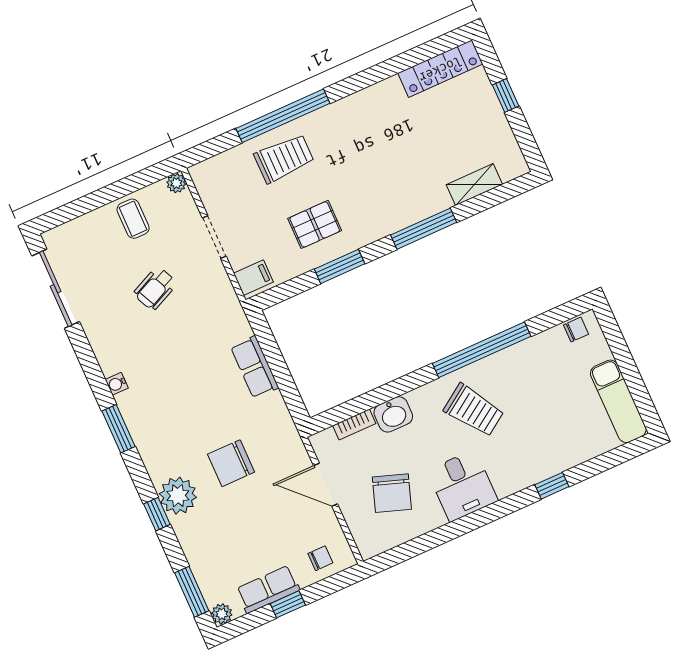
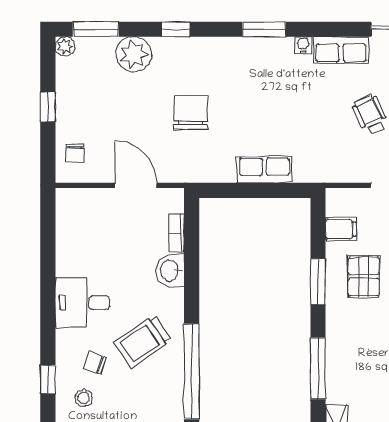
filing cabinet: (253, 278) -> (341, 229), moved, turned -90
stool: (554, 443) -> (84, 398), added
door: (326, 485) -> (136, 185), hinge flipped
chair: (392, 493) -> (95, 363), moved, width x0.54, depth x0.54
plant: (178, 496) -> (134, 54), moved
row of seats: (268, 589) -> (341, 50), moved, turned 90

